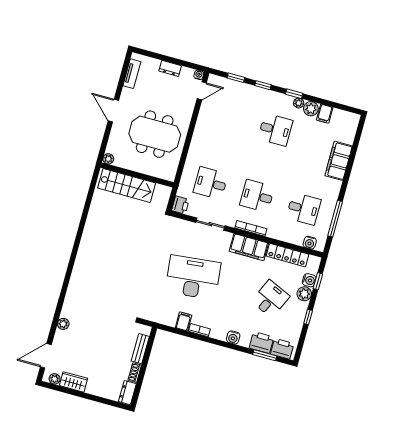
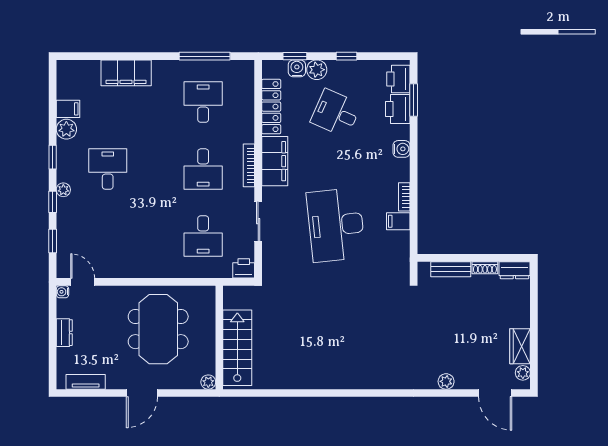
plant: (299, 103) -> (63, 190), moved
water cooler: (310, 243) -> (246, 81), removed

